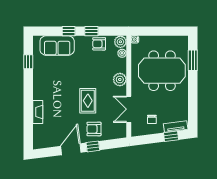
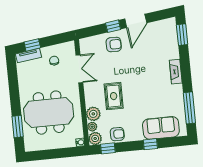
window: (91, 31) -> (108, 148), moved
window: (28, 62) -> (189, 108), width x2.17
plant: (120, 80) -> (93, 114), moved
rug: (88, 101) -> (114, 96), moved
fireplace: (38, 112) -> (176, 72), moved
window: (28, 132) -> (182, 35), added

